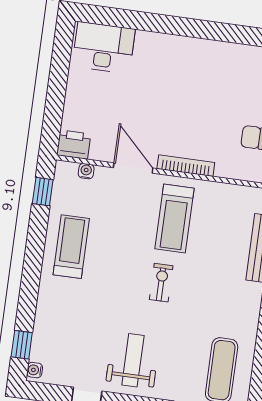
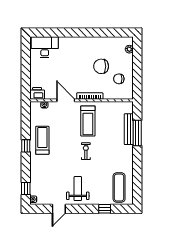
chair: (219, 105) -> (101, 66), added
window: (43, 192) -> (26, 146), moved

